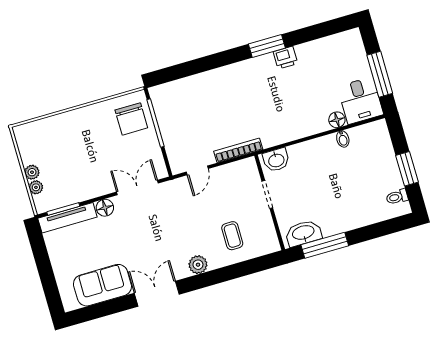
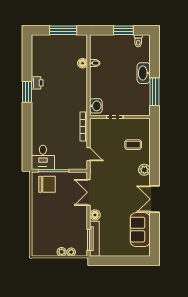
desk: (360, 100) -> (43, 157), moved, turned 90
washbasin: (303, 233) -> (144, 73), moved

